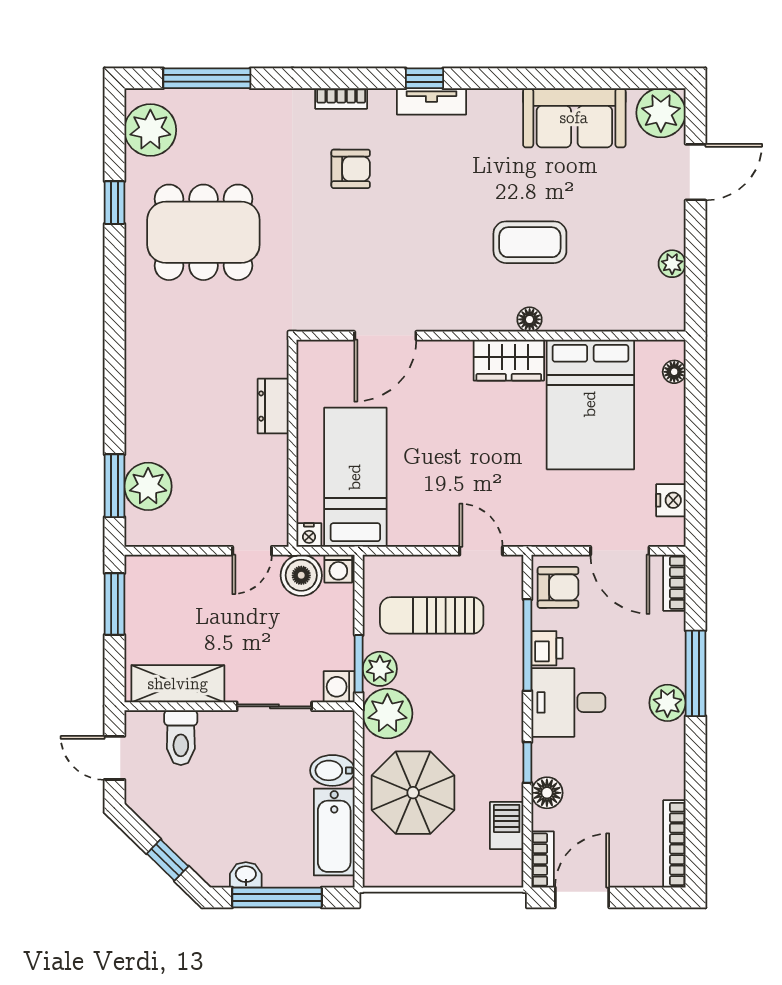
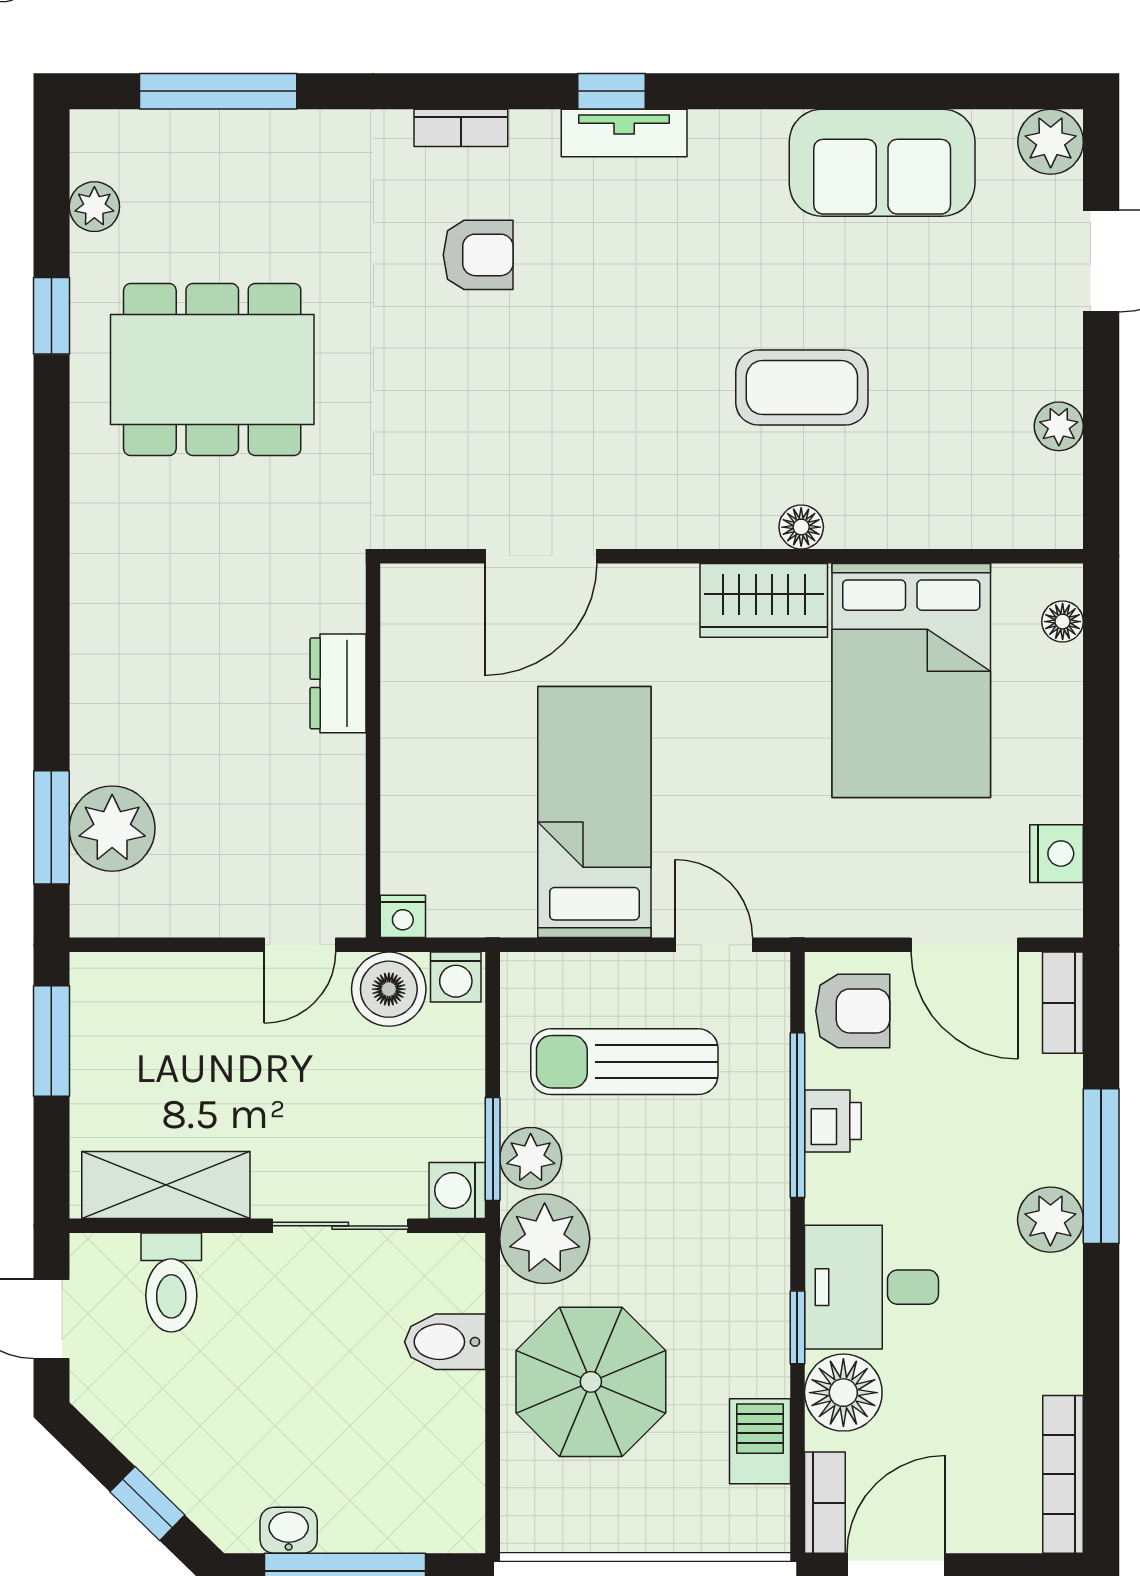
plant: (661, 113) -> (1051, 142), width x0.73, depth x0.73
plant: (150, 130) -> (94, 207), width x0.53, depth x0.53
bed: (355, 477) -> (594, 812), moved
desk: (568, 702) -> (871, 1287), moved
floor lamp: (547, 793) -> (843, 1393), width x1.38, depth x1.38
bathtub: (334, 832) -> (448, 1453), removed

